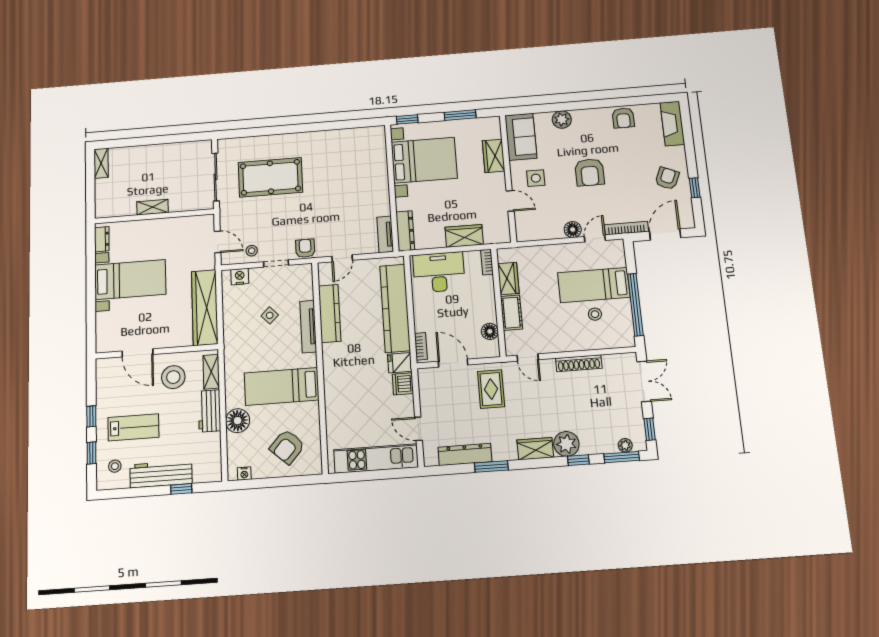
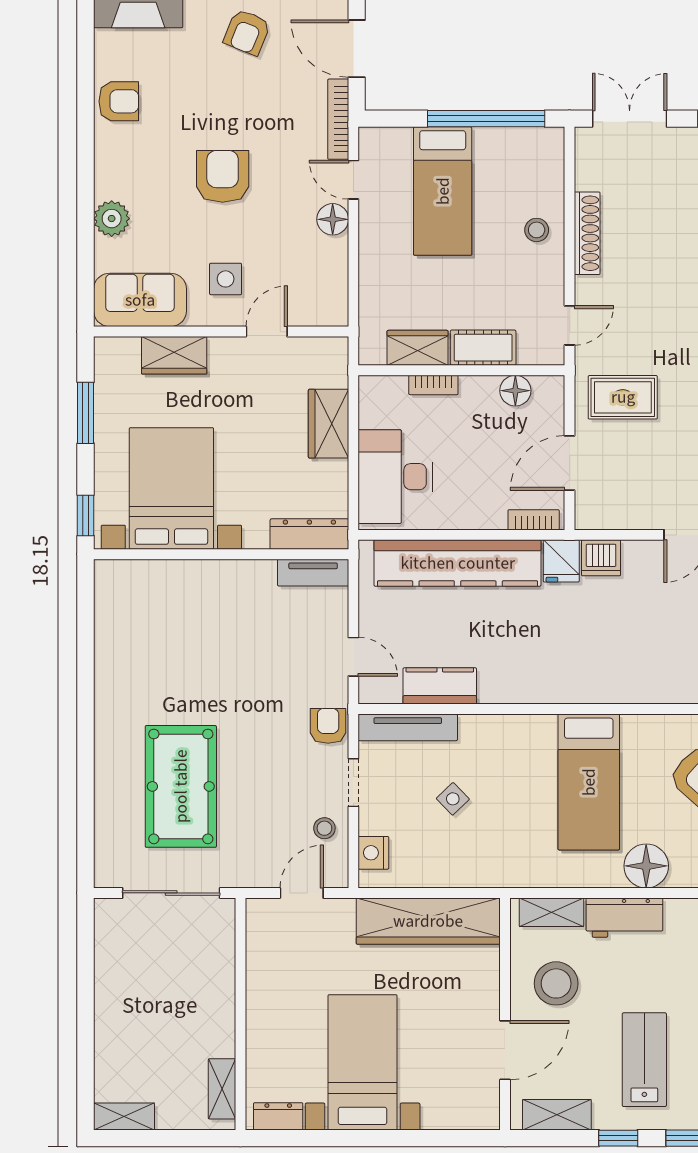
armchair: (590, 172) -> (223, 176), turned -90
armchair: (667, 178) -> (247, 32), turned -91
shelving: (152, 207) -> (222, 1089), moved
armchair: (305, 248) -> (328, 726), turned 90
bookcase: (487, 262) -> (433, 385), moved
kitchen counter: (330, 313) -> (440, 686), width x0.67
stool: (595, 314) -> (537, 230), moved
tv unit: (308, 327) -> (408, 727), moved
shelving: (104, 383) -> (557, 1115), added

